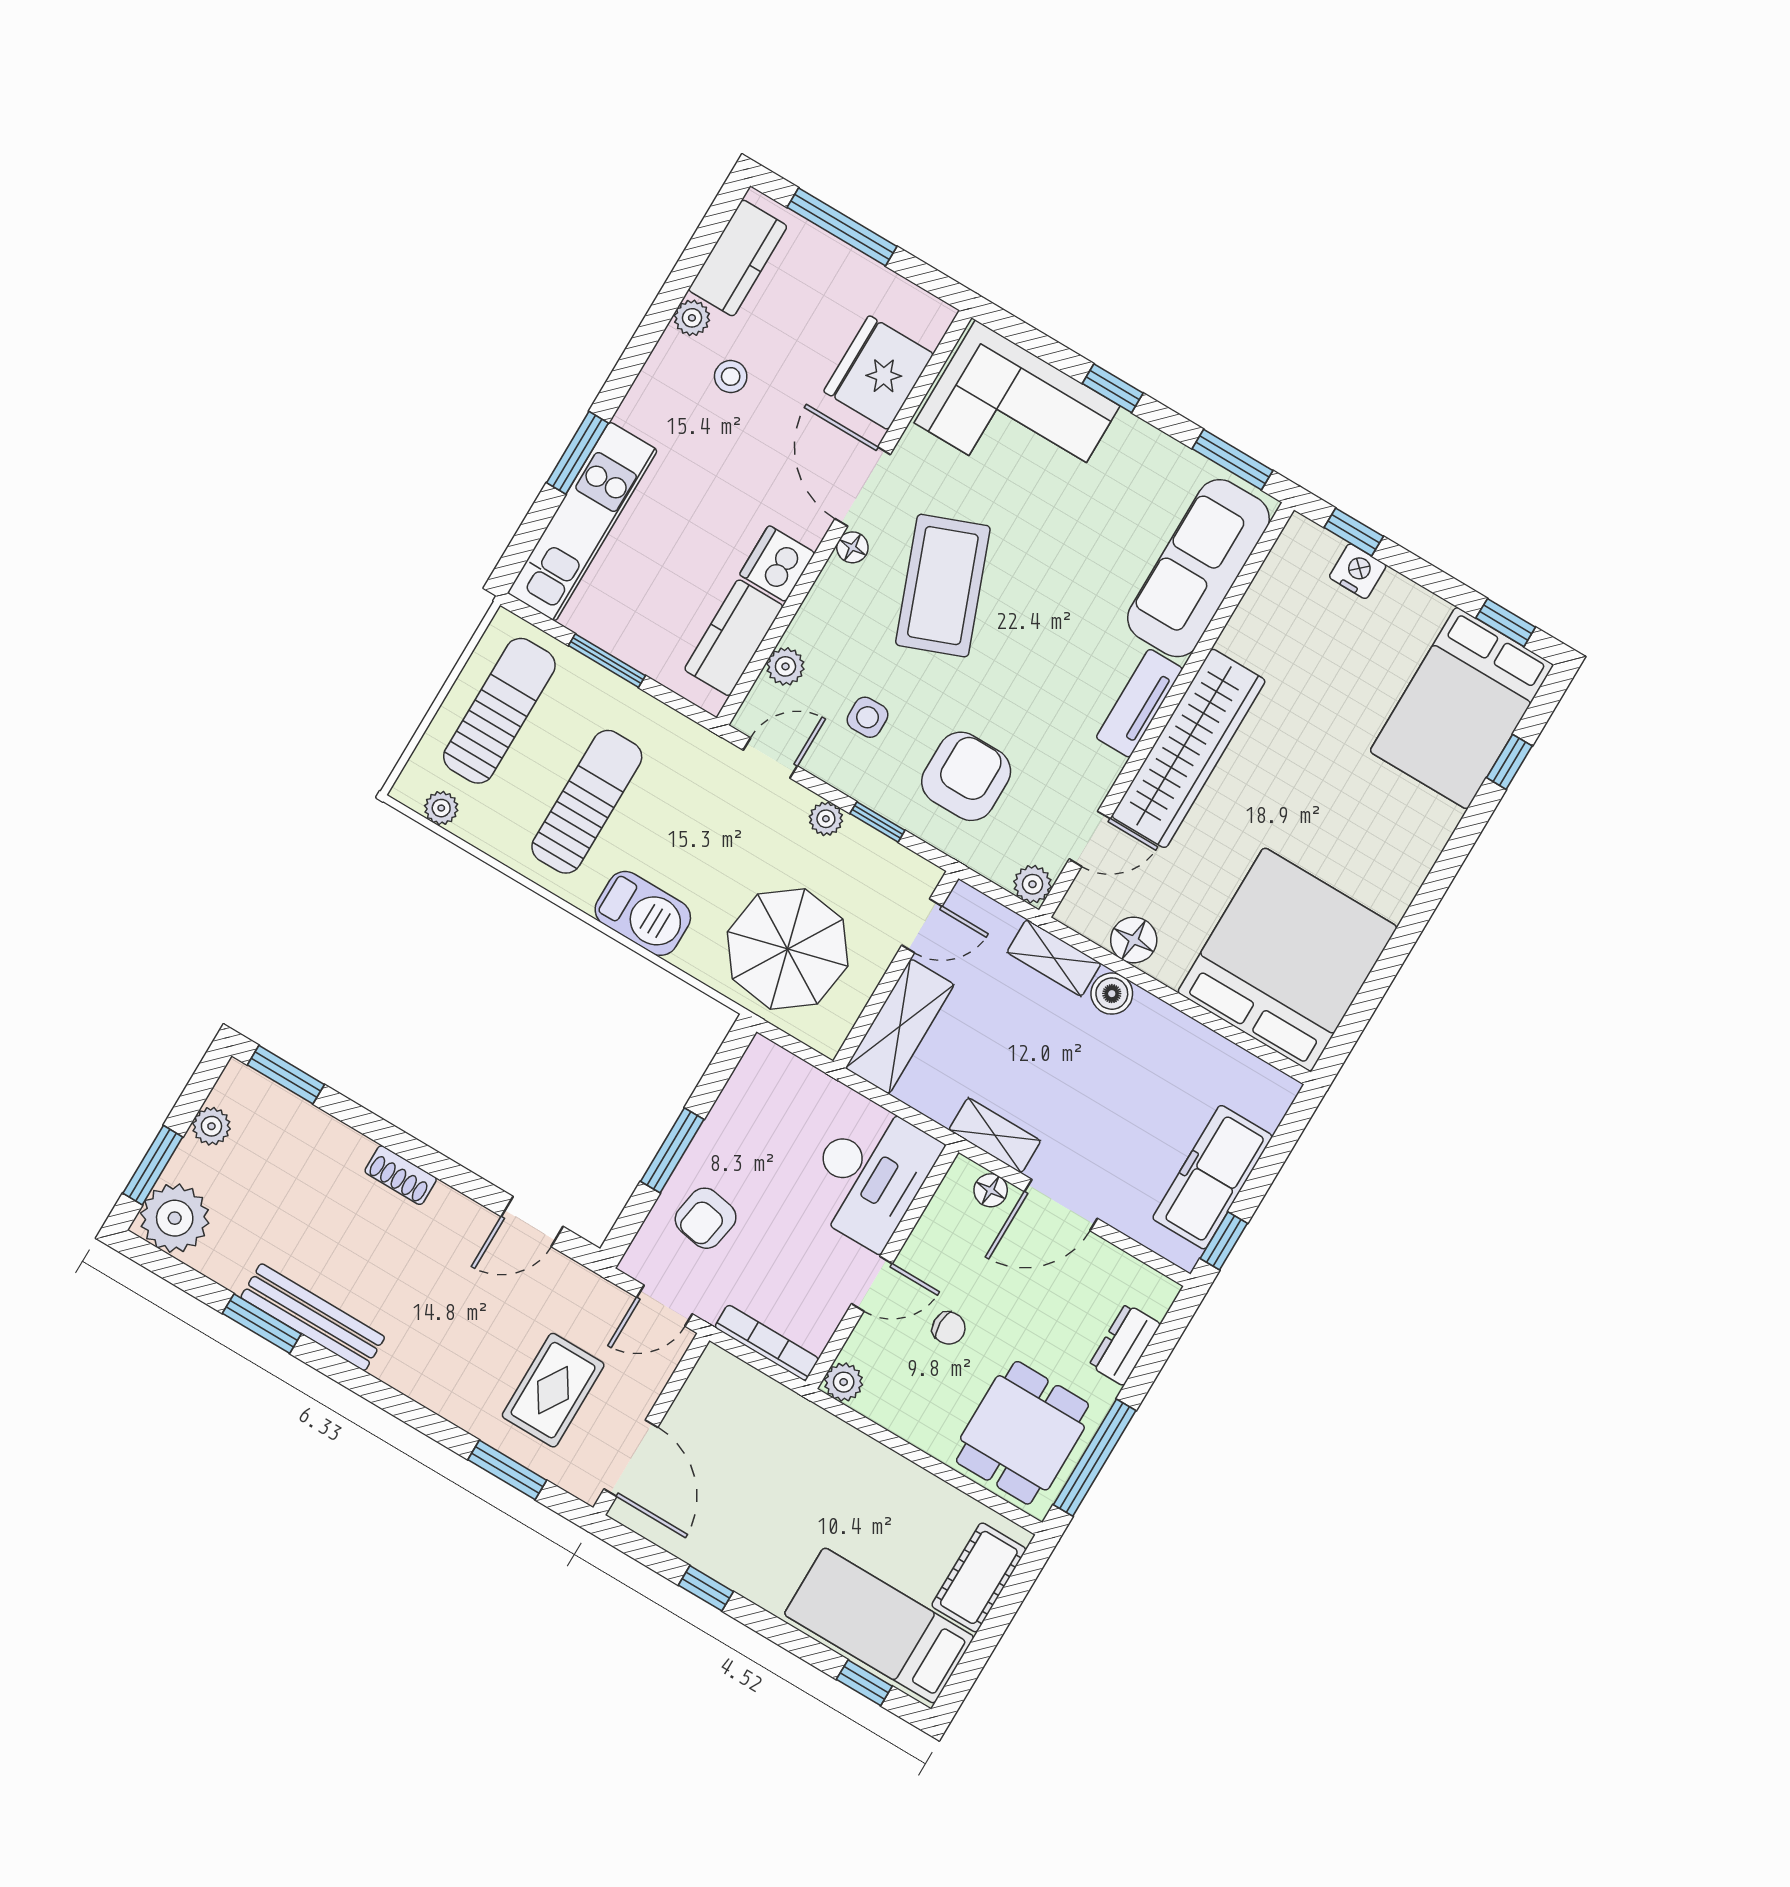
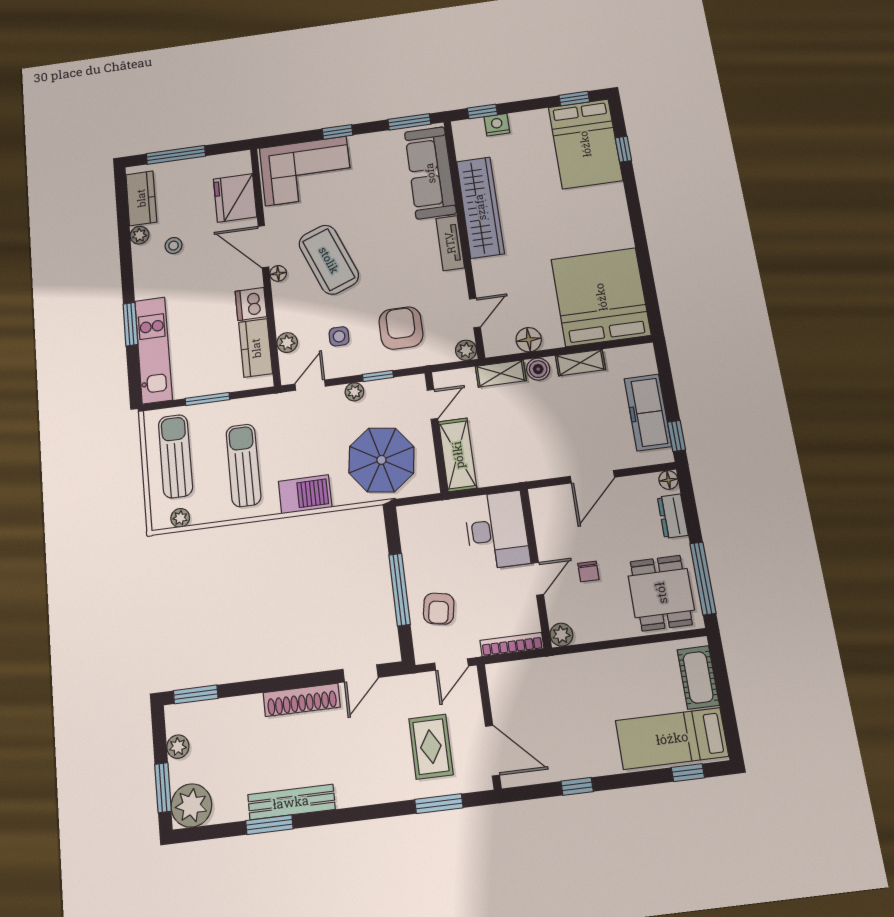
wardrobe: (1189, 748) -> (480, 207), moved
shelving: (995, 1135) -> (580, 363), moved
window: (672, 1150) -> (400, 590), width x1.44
shoe rack: (401, 1175) -> (302, 700), width x1.94, depth x1.24
floor lamp: (991, 1190) -> (668, 480), moved
chair: (949, 1328) -> (588, 571), turned 90

